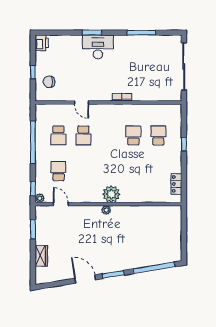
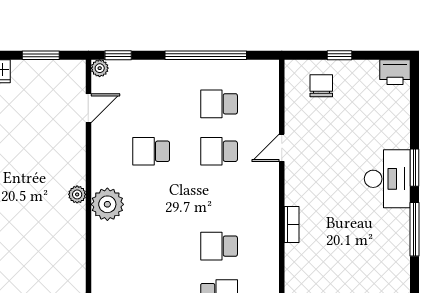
window: (141, 33) -> (414, 229), moved
school desk: (133, 135) -> (219, 246), turned 180
school desk: (58, 171) -> (151, 151), moved, turned 180

